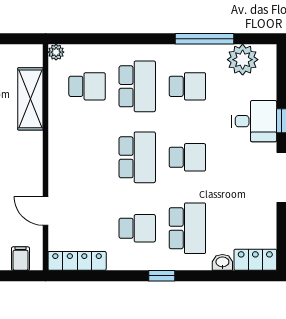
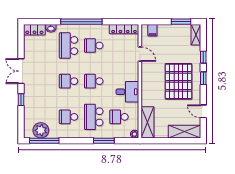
window: (117, 39) -> (104, 141), added
window: (205, 39) -> (44, 141), moved
shelving: (30, 99) -> (147, 122), moved
desk: (254, 121) -> (127, 92), moved, turned 180
school desk: (137, 157) -> (94, 81), width x0.54
window: (162, 276) -> (81, 22), width x3.17

